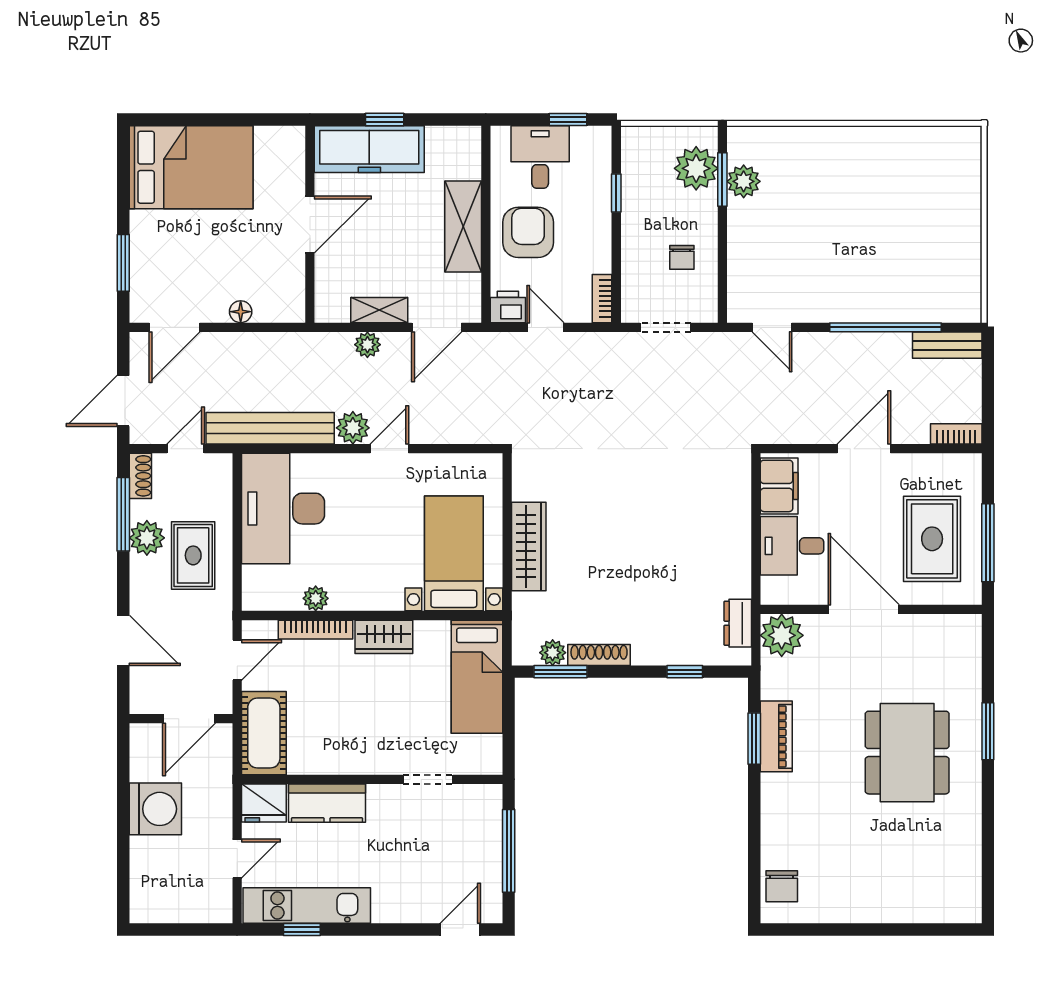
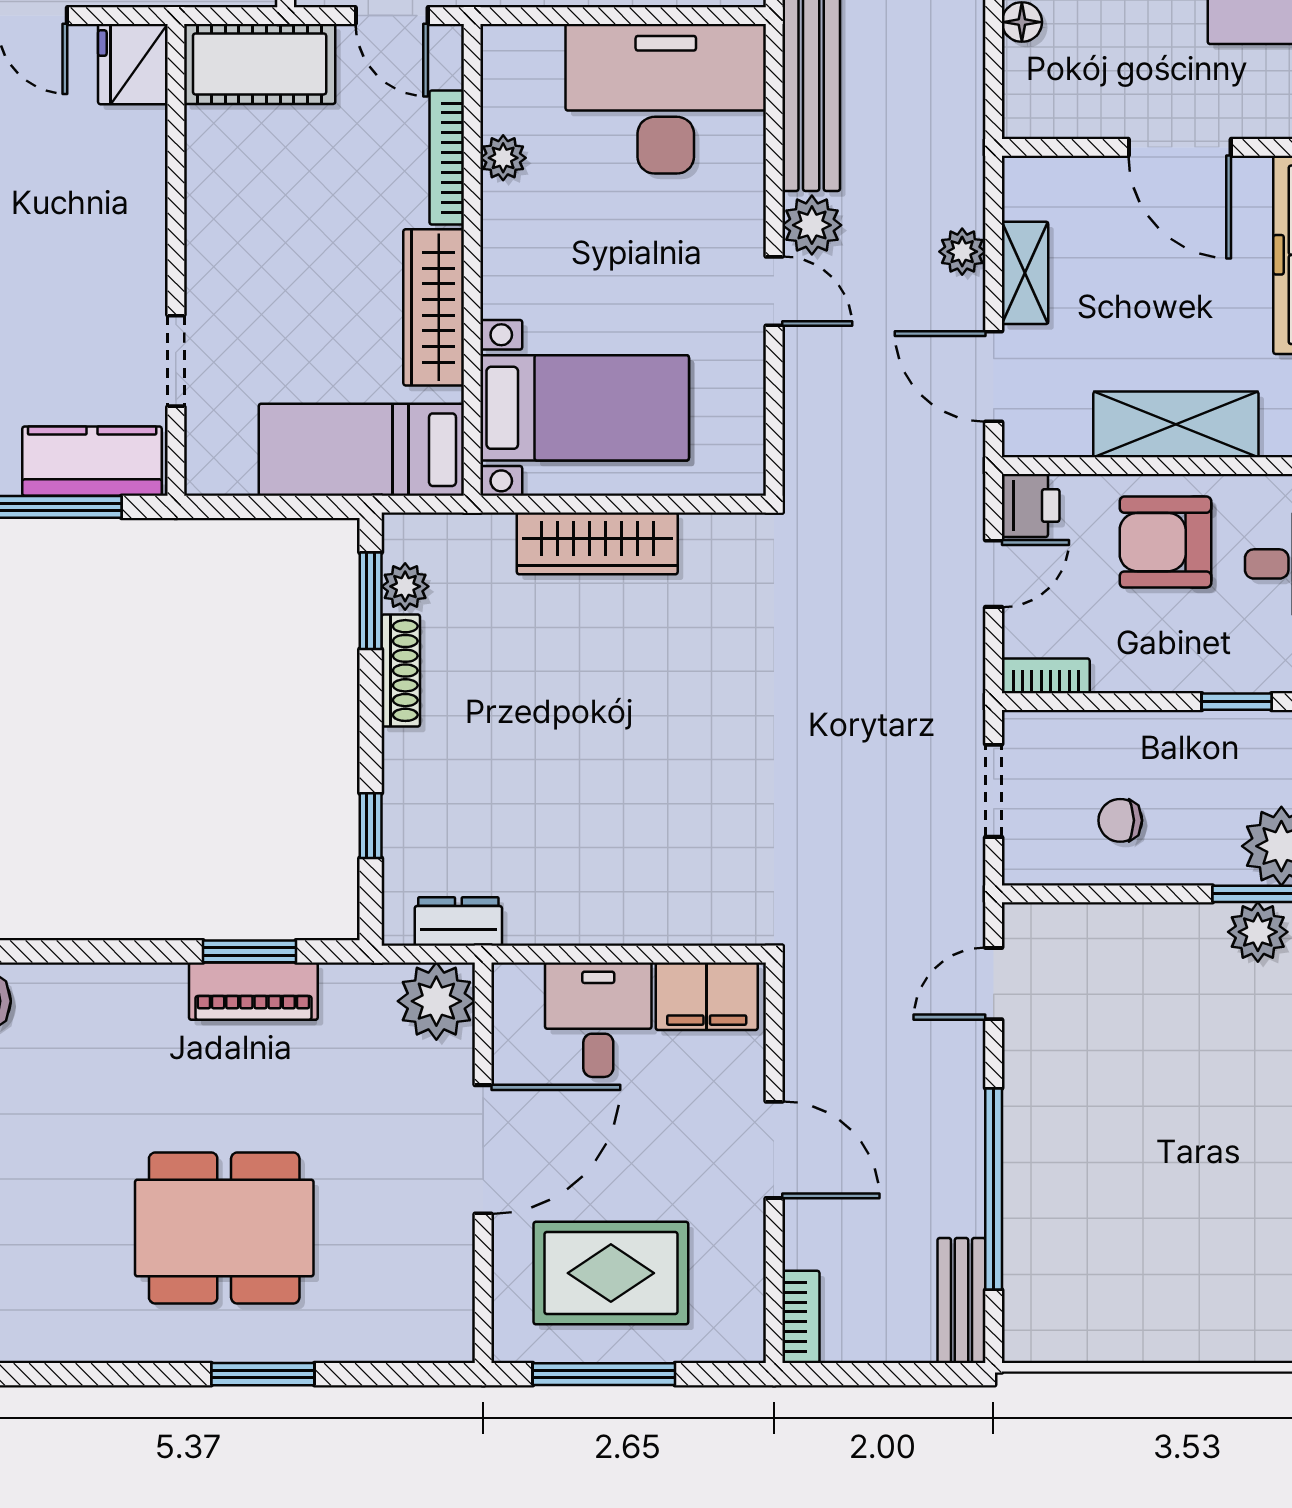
armchair: (528, 232) -> (1165, 542), turned 180
wardrobe: (384, 637) -> (434, 307), width x1.50
kitchen counter: (327, 803) -> (92, 461), moved, turned 90

